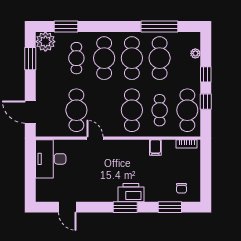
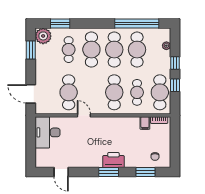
window: (159, 26) -> (137, 24), width x1.46
filing cabinet: (155, 147) -> (145, 123), moved

